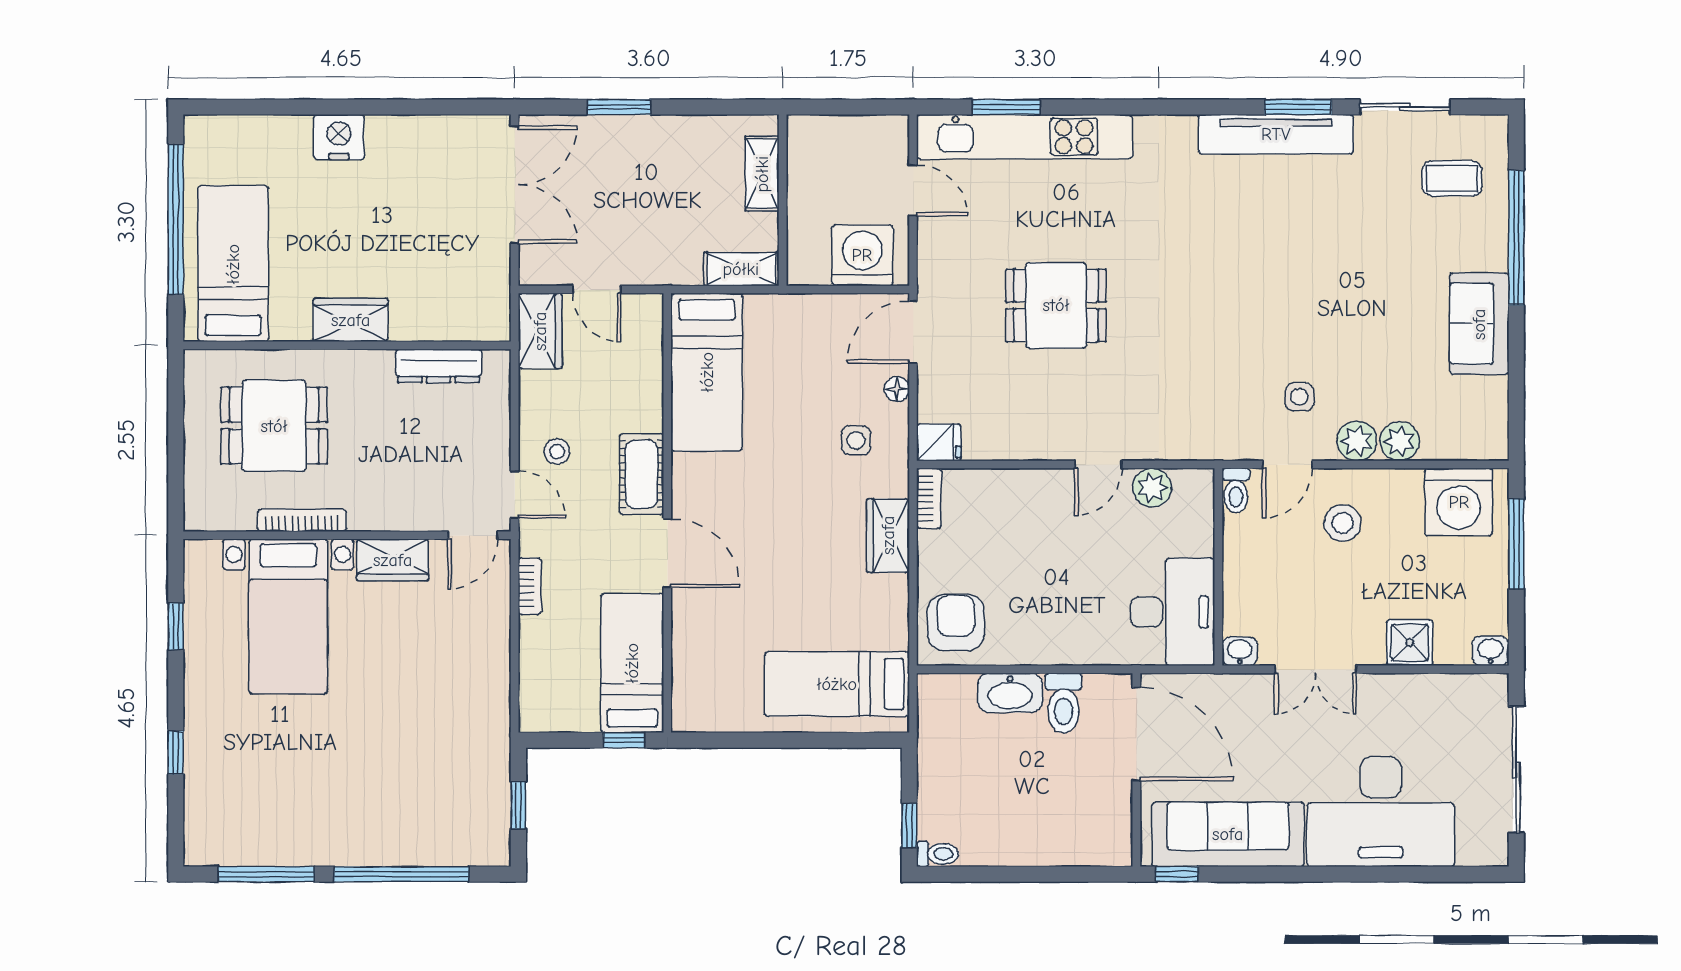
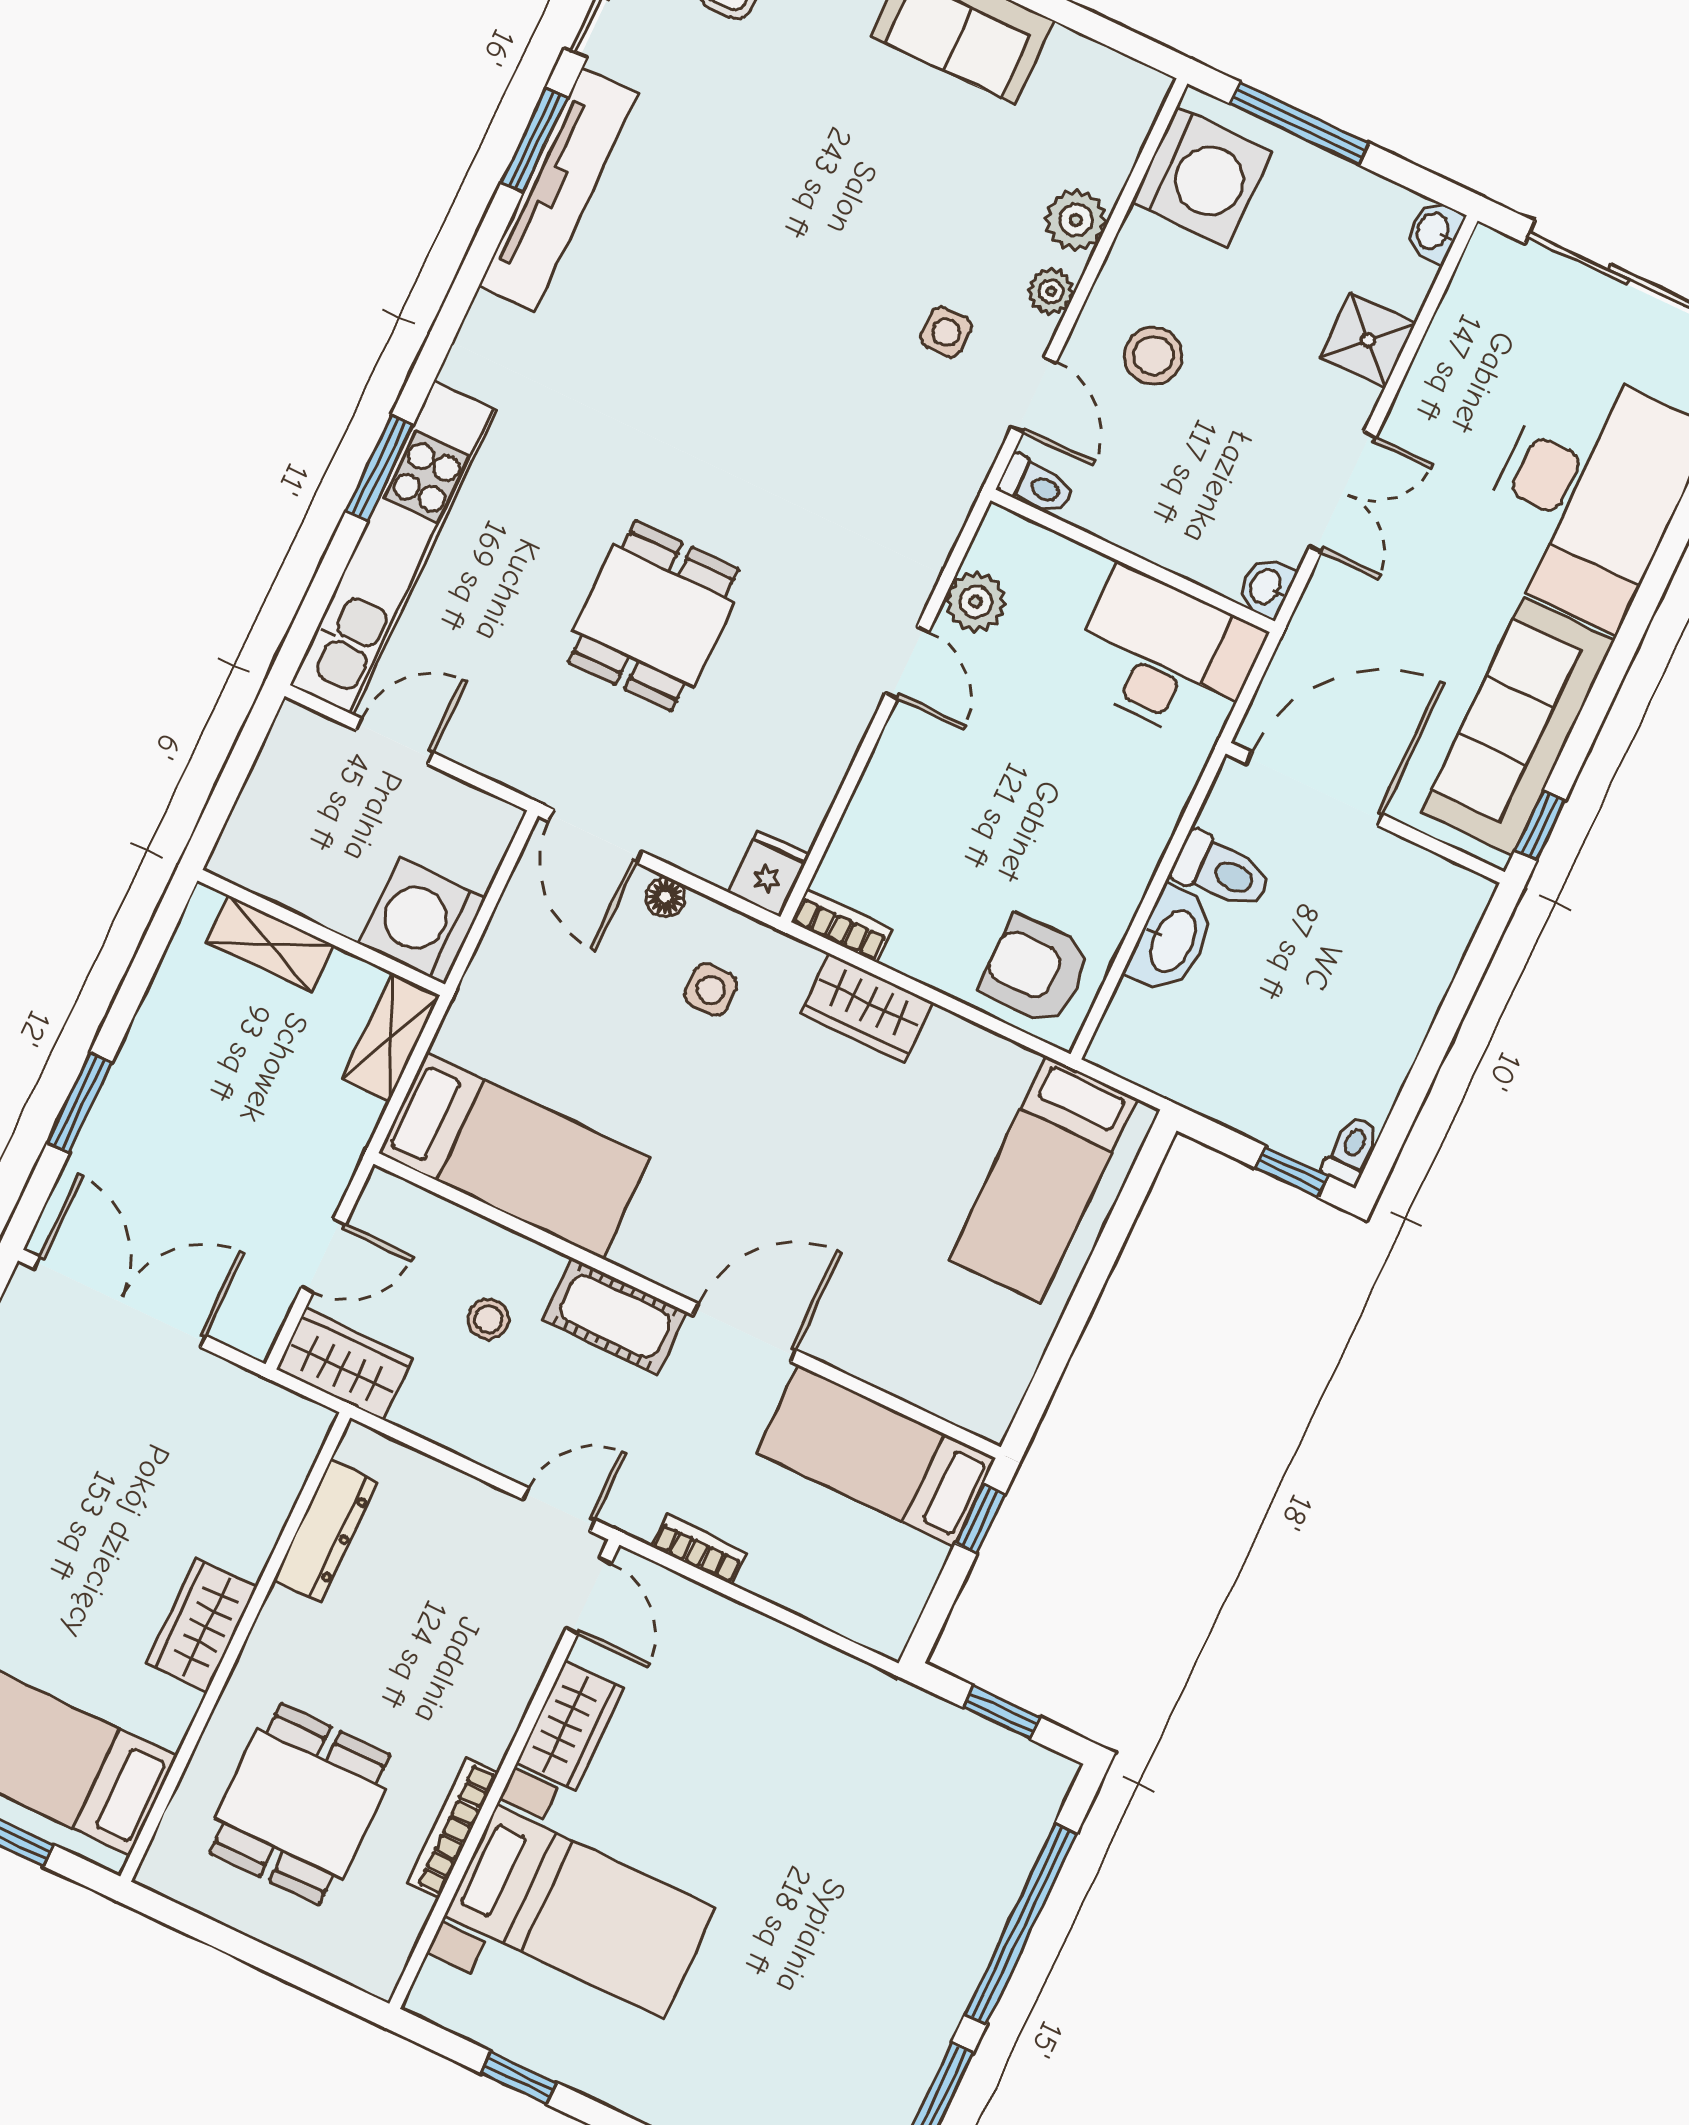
window: (1006, 107) -> (380, 468), moved
washing machine: (862, 255) -> (422, 921), moved
plant: (1357, 441) -> (1051, 291), width x0.73, depth x0.73
stool: (557, 452) -> (488, 1319), moved

